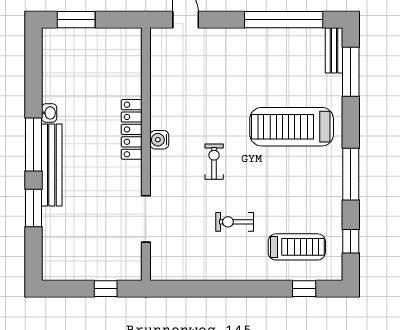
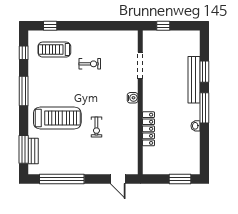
bench: (334, 50) -> (33, 151), moved
locker: (132, 129) -> (148, 129), moved
water cooler: (159, 140) -> (133, 98), moved
exercise bike: (214, 162) -> (96, 127), moved
bench: (52, 165) -> (194, 80), moved

